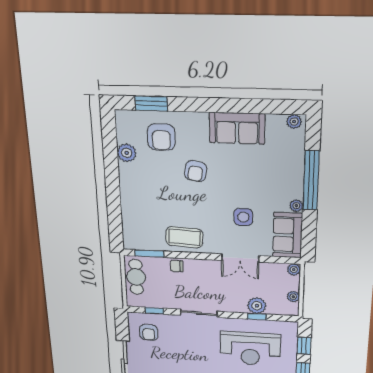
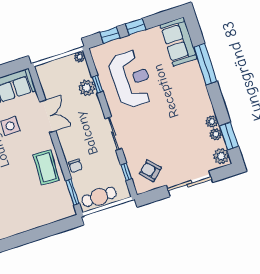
plant: (294, 270) -> (41, 70), removed
plant: (293, 297) -> (80, 57), moved
armchair: (149, 332) -> (150, 171), turned -133

